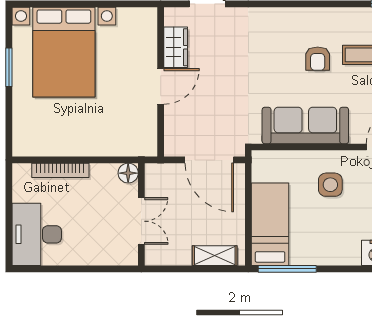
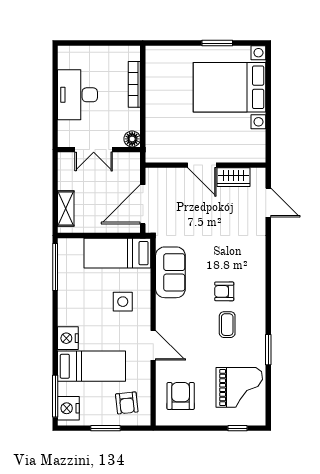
sofa: (305, 125) -> (170, 272), width x0.73
bed: (270, 224) -> (117, 253), moved, turned 180
desk: (37, 234) -> (77, 95), moved, turned -90

